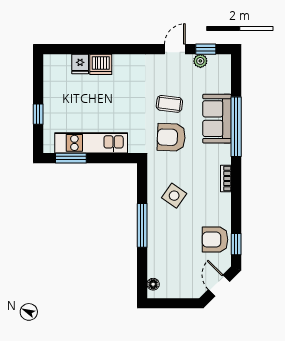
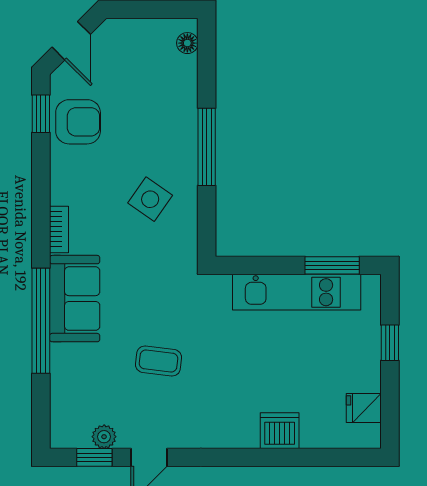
fridge: (80, 64) -> (364, 408), moved, turned -90
sofa: (217, 119) -> (75, 299), moved
armchair: (171, 137) -> (155, 302), removed

